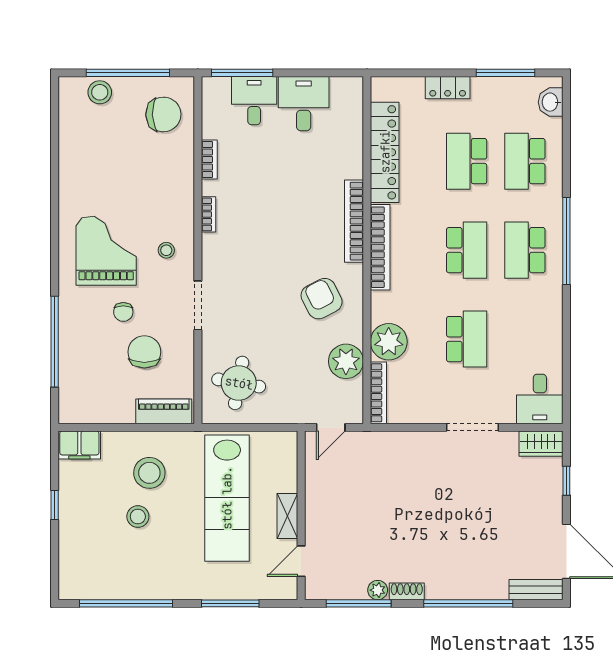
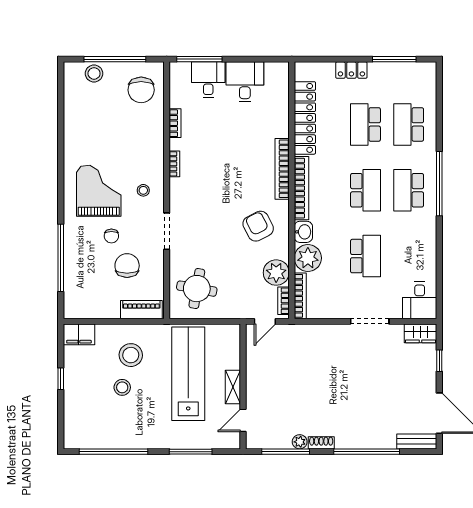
washbasin: (551, 102) -> (303, 232), moved, turned 180
chair: (163, 114) -> (141, 90), turned 92
bookcase: (356, 399) -> (283, 301), added
lab bench: (227, 498) -> (188, 374), turned 180

